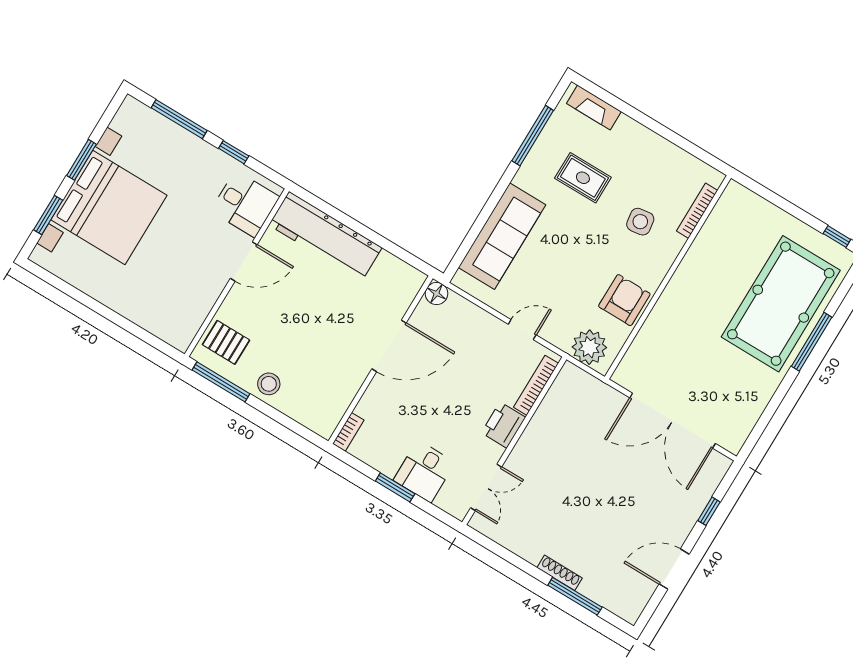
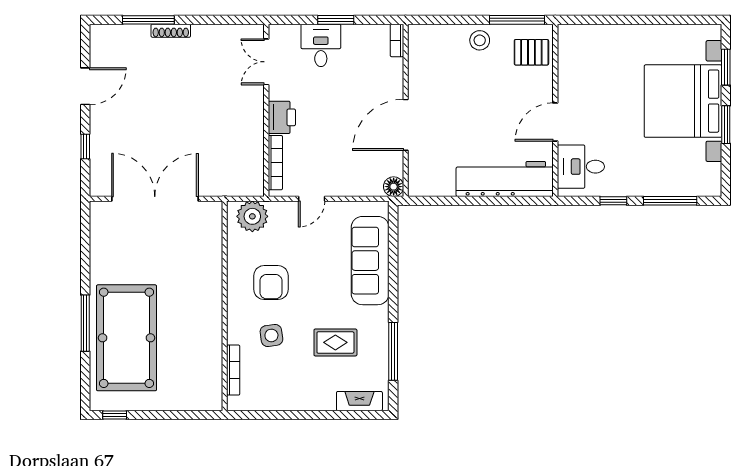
armchair: (624, 300) -> (271, 283), moved

